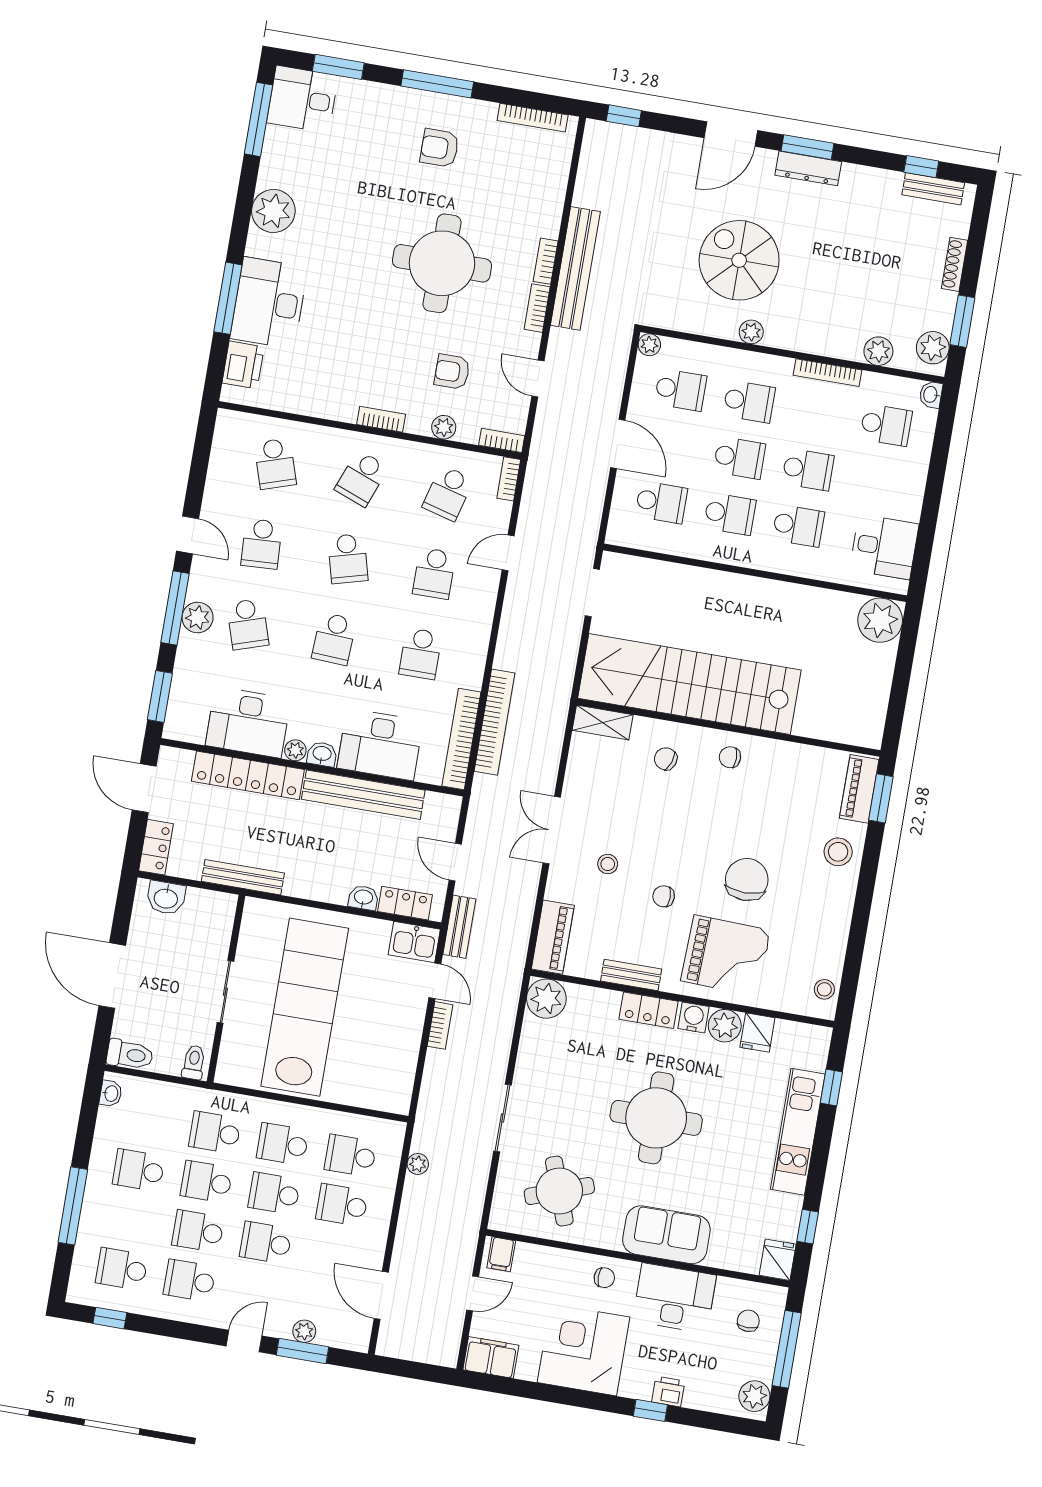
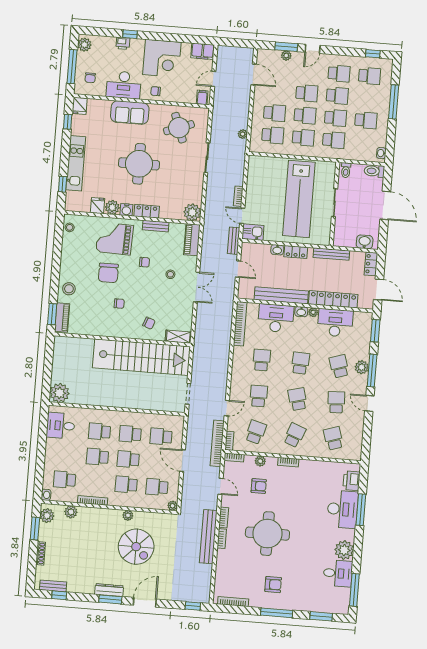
desk: (303, 99) -> (338, 573), moved
bookcase: (495, 722) -> (217, 443), moved
chair: (730, 757) -> (119, 304), moved
locker: (405, 903) -> (296, 252), moved

